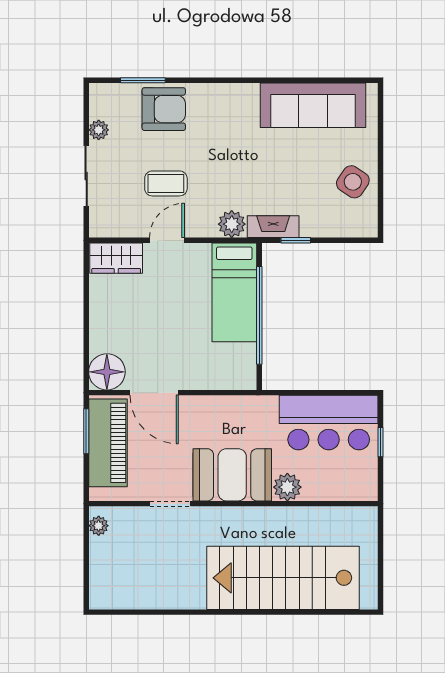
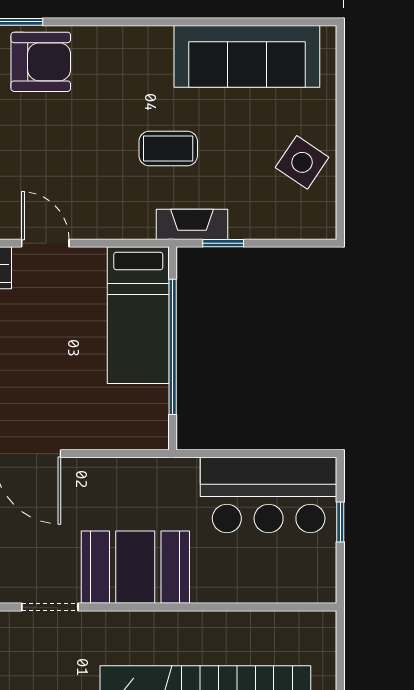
coffee table: (166, 183) -> (168, 149), moved
plant: (232, 224) -> (135, 221), removed
door: (167, 240) -> (45, 243), hinge flipped
plant: (287, 487) -> (212, 584), removed

